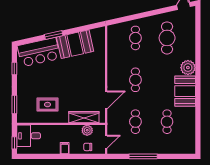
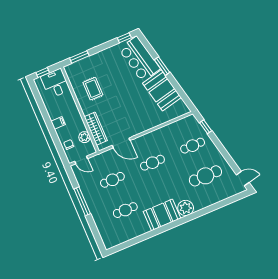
window: (124, 19) -> (206, 127), added
window: (14, 68) -> (124, 38), moved

